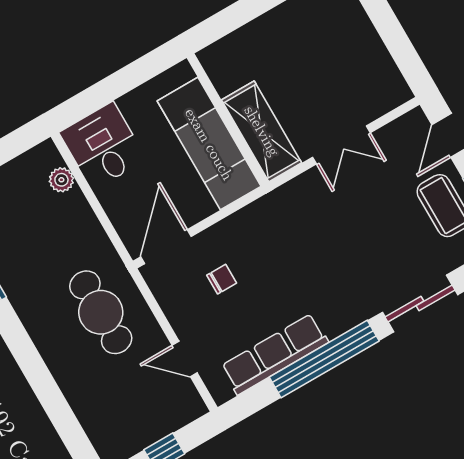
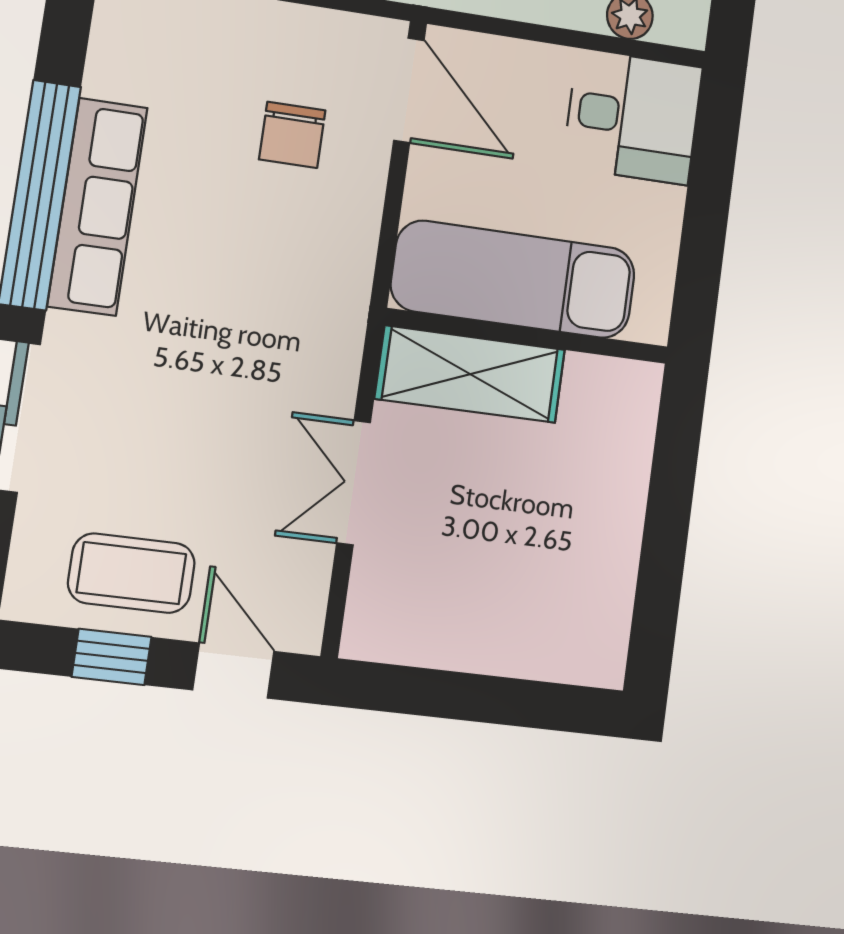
chair: (222, 279) -> (292, 135), width x1.37, depth x1.37
row of seats: (275, 354) -> (97, 207), moved

